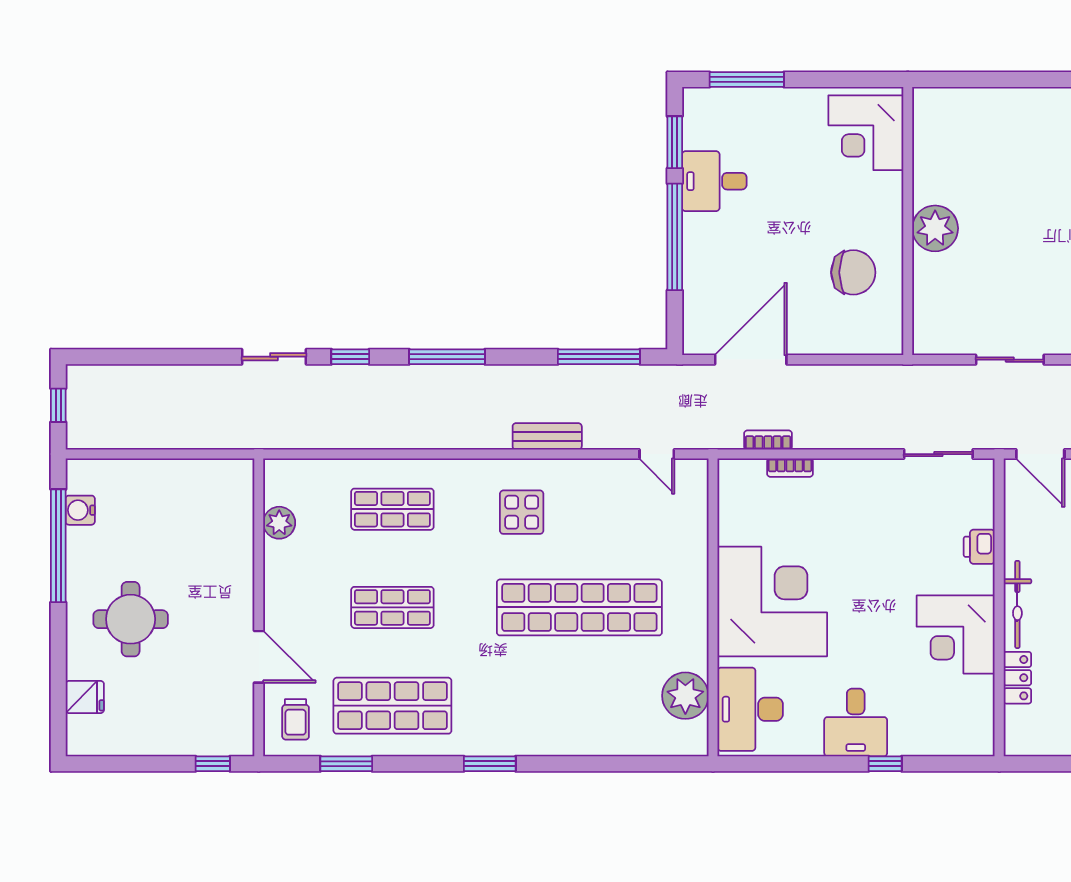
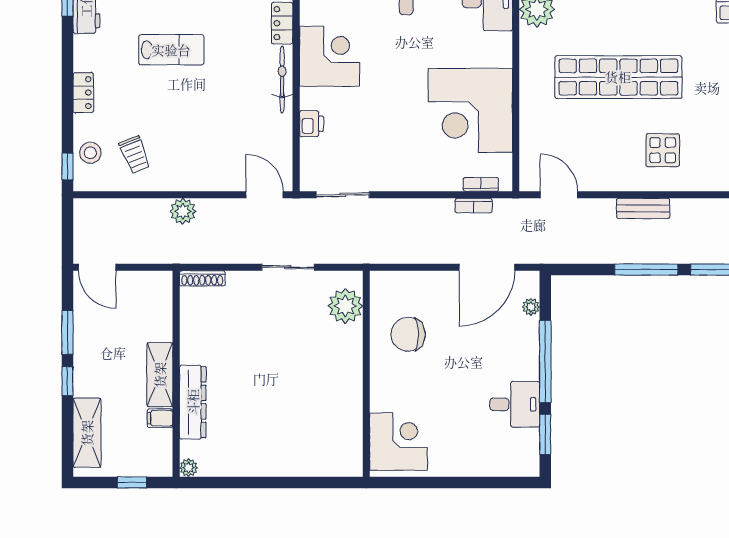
window: (747, 79) -> (490, 482), removed
plant: (935, 228) -> (345, 306), moved
plant: (693, 308) -> (531, 307), added
window: (599, 357) -> (646, 270), moved
door: (657, 454) -> (559, 195), width x1.38
bookcase: (790, 468) -> (481, 184), moved
corner desk: (772, 601) -> (470, 110), moved

